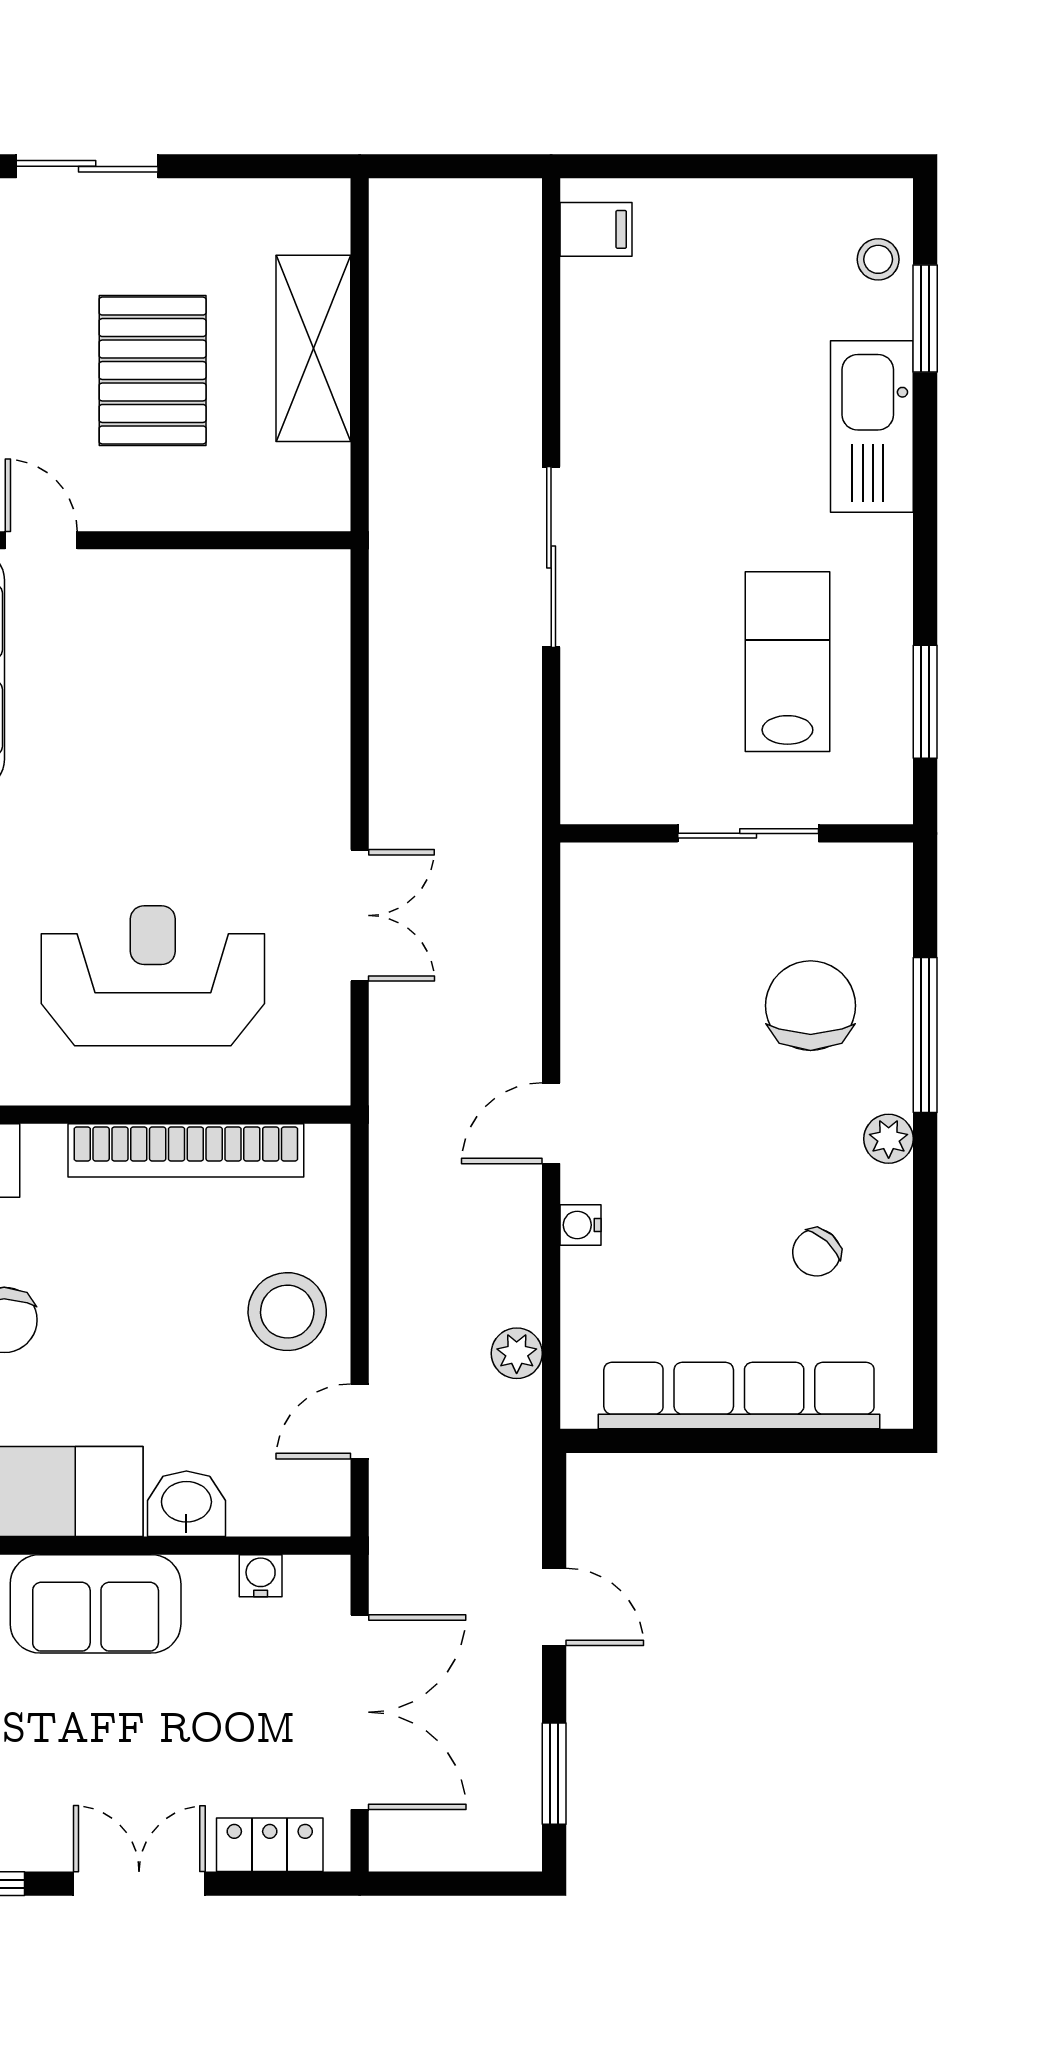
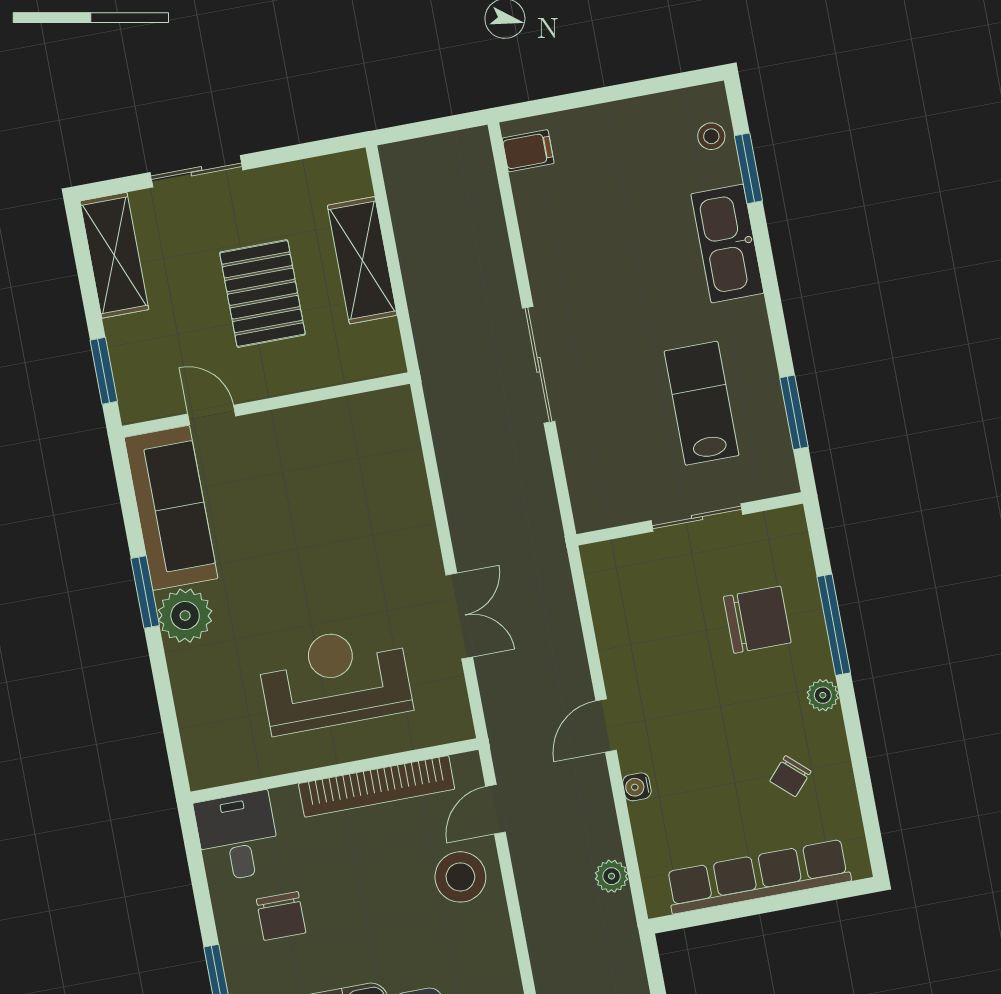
chair: (811, 1006) -> (757, 620), turned 90
door: (360, 1421) -> (495, 809), moved

